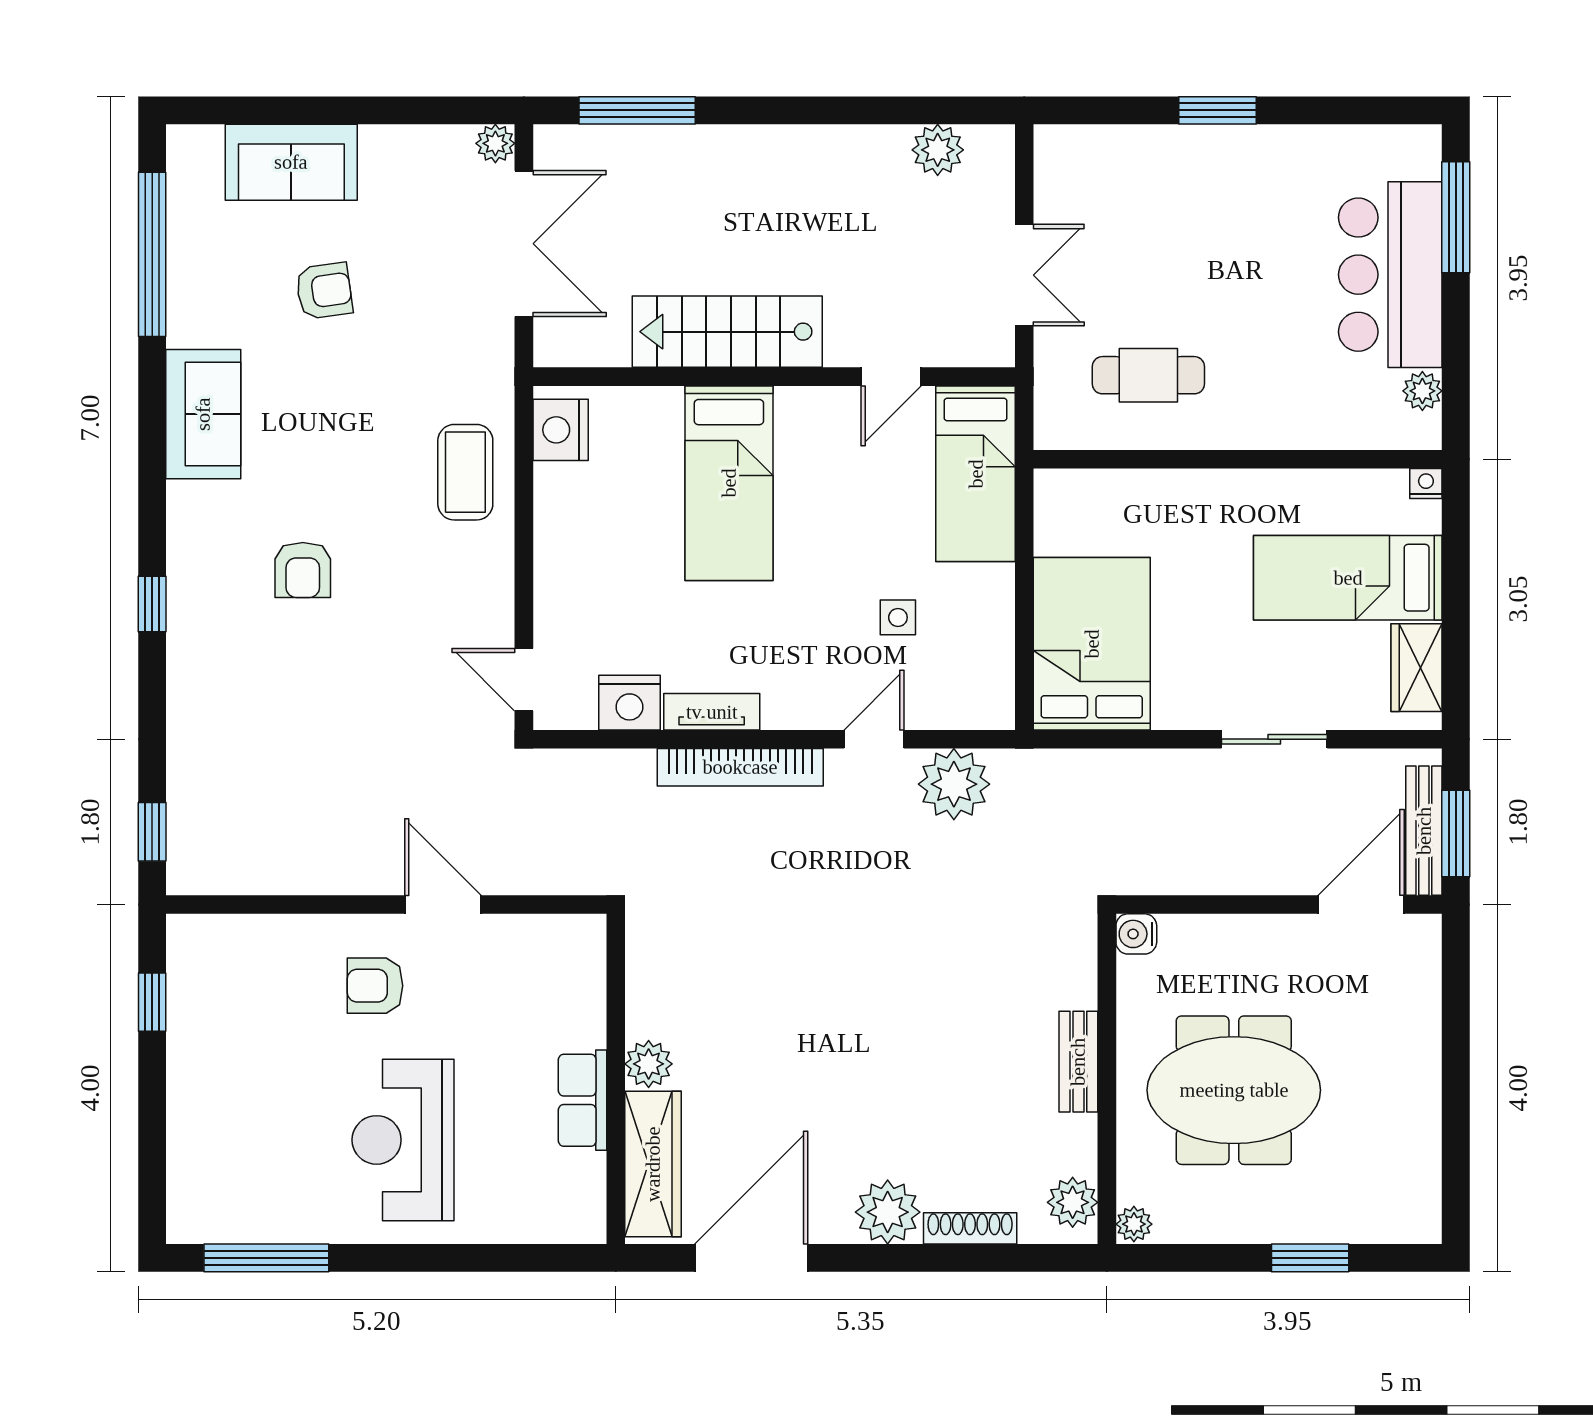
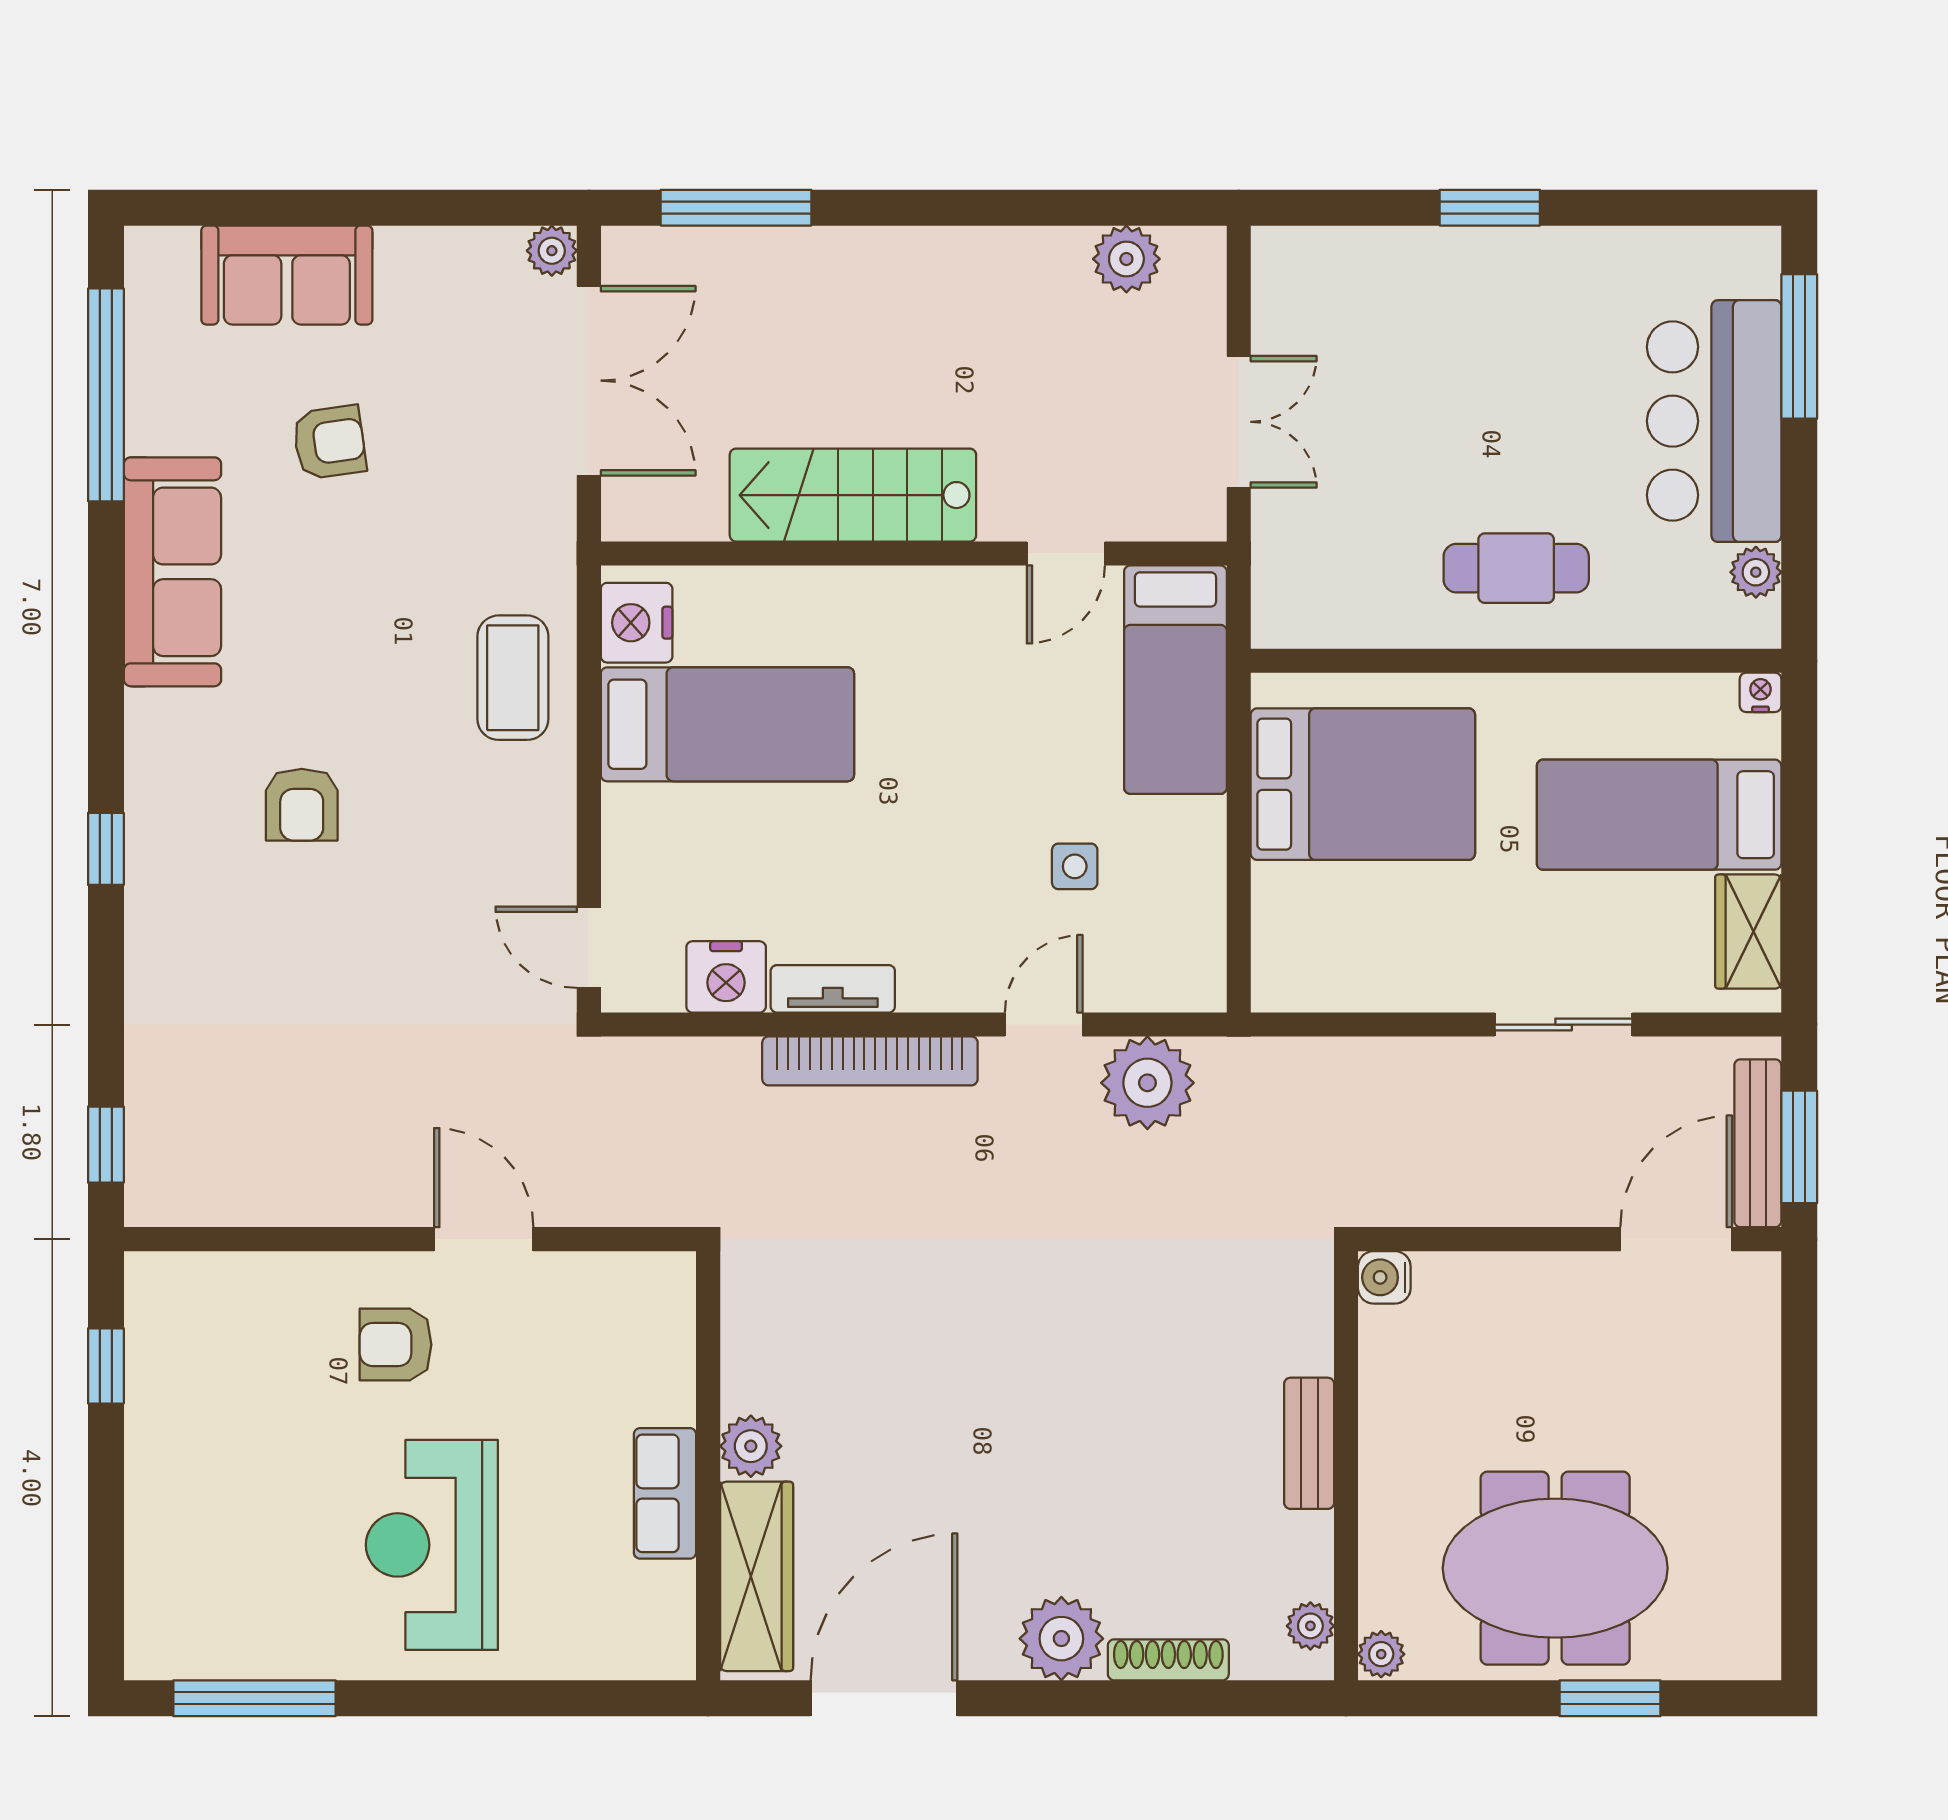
cafe table: (1148, 375) -> (1516, 568), moved
sofa: (203, 414) -> (172, 572), width x1.36
bed: (729, 483) -> (727, 724), moved, turned -90
bed: (1092, 644) -> (1363, 784), moved, turned 90
meeting table: (1234, 1090) -> (1555, 1568), moved
plant: (1073, 1202) -> (1310, 1626), width x0.73, depth x0.73

